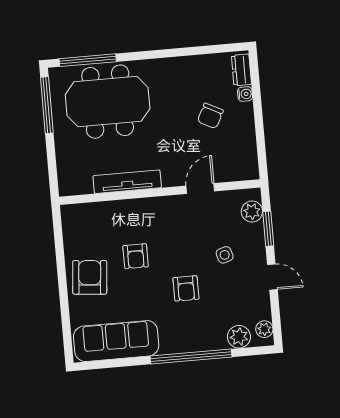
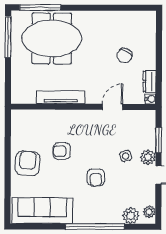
dresser: (241, 70) -> (150, 81), moved
water cooler: (245, 94) -> (151, 99), moved
plant: (252, 212) -> (148, 157), moved
armchair: (136, 256) -> (62, 151), turned 90

